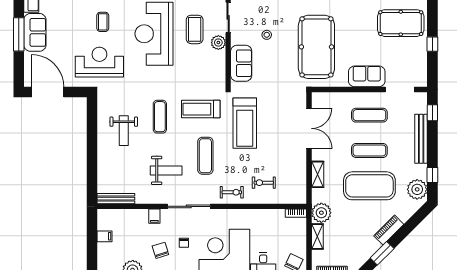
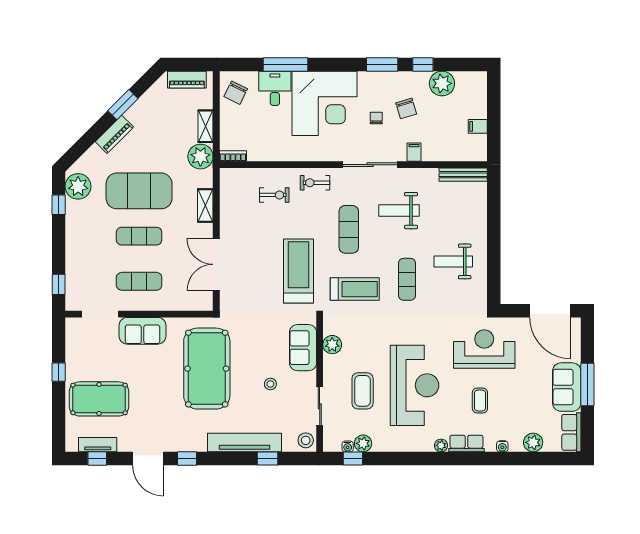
plant: (218, 43) -> (332, 345), moved
reception desk: (99, 62) -> (484, 349), turned 180
weight bench: (124, 131) -> (453, 261), turned -90
bench: (421, 139) -> (73, 251), removed

